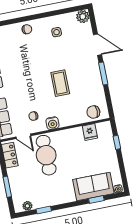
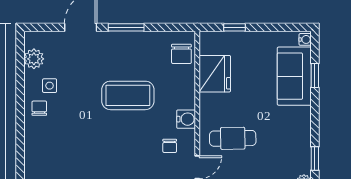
plant: (83, 17) -> (34, 59), moved
chair: (27, 29) -> (39, 108), moved
coffee table: (60, 83) -> (128, 95), width x1.36, depth x1.32
fridge: (90, 132) -> (215, 74), width x1.88, depth x1.34
cafe table: (46, 155) -> (233, 138), width x0.73, depth x0.74

